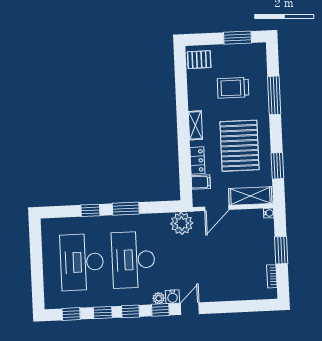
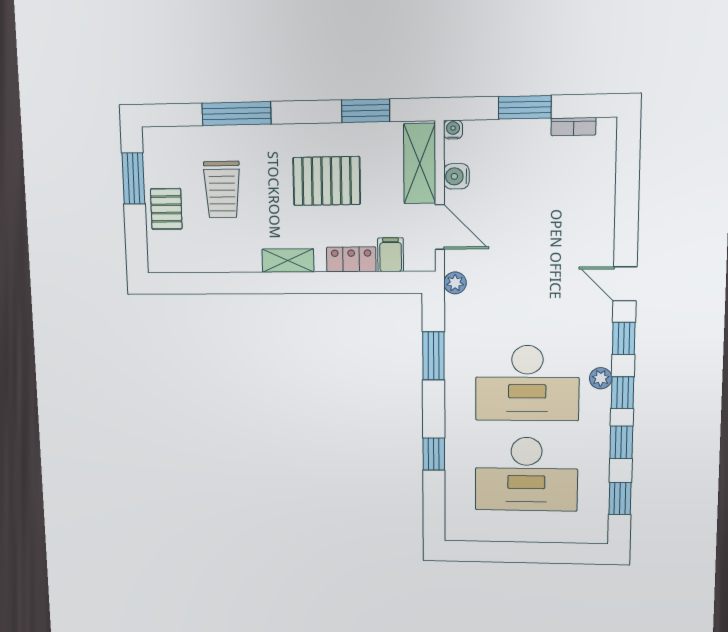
pallet: (199, 60) -> (166, 209), moved
pallet: (239, 146) -> (327, 181), width x0.73, depth x0.71
window: (126, 209) -> (433, 356), moved
plant: (182, 223) -> (455, 283), width x0.53, depth x0.53
water cooler: (172, 297) -> (456, 176), moved, turned 180
plant: (159, 298) -> (601, 378), moved

